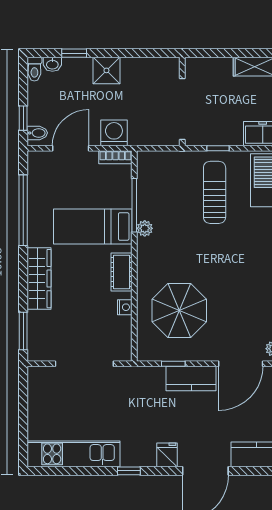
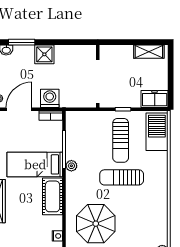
window: (74, 53) -> (22, 42), width x1.50
sun lounger: (215, 192) -> (121, 140), turned 180
sun lounger: (216, 245) -> (122, 177), added
cot: (122, 272) -> (53, 196), width x1.37, depth x1.34
nightstand: (125, 307) -> (57, 236), moved

